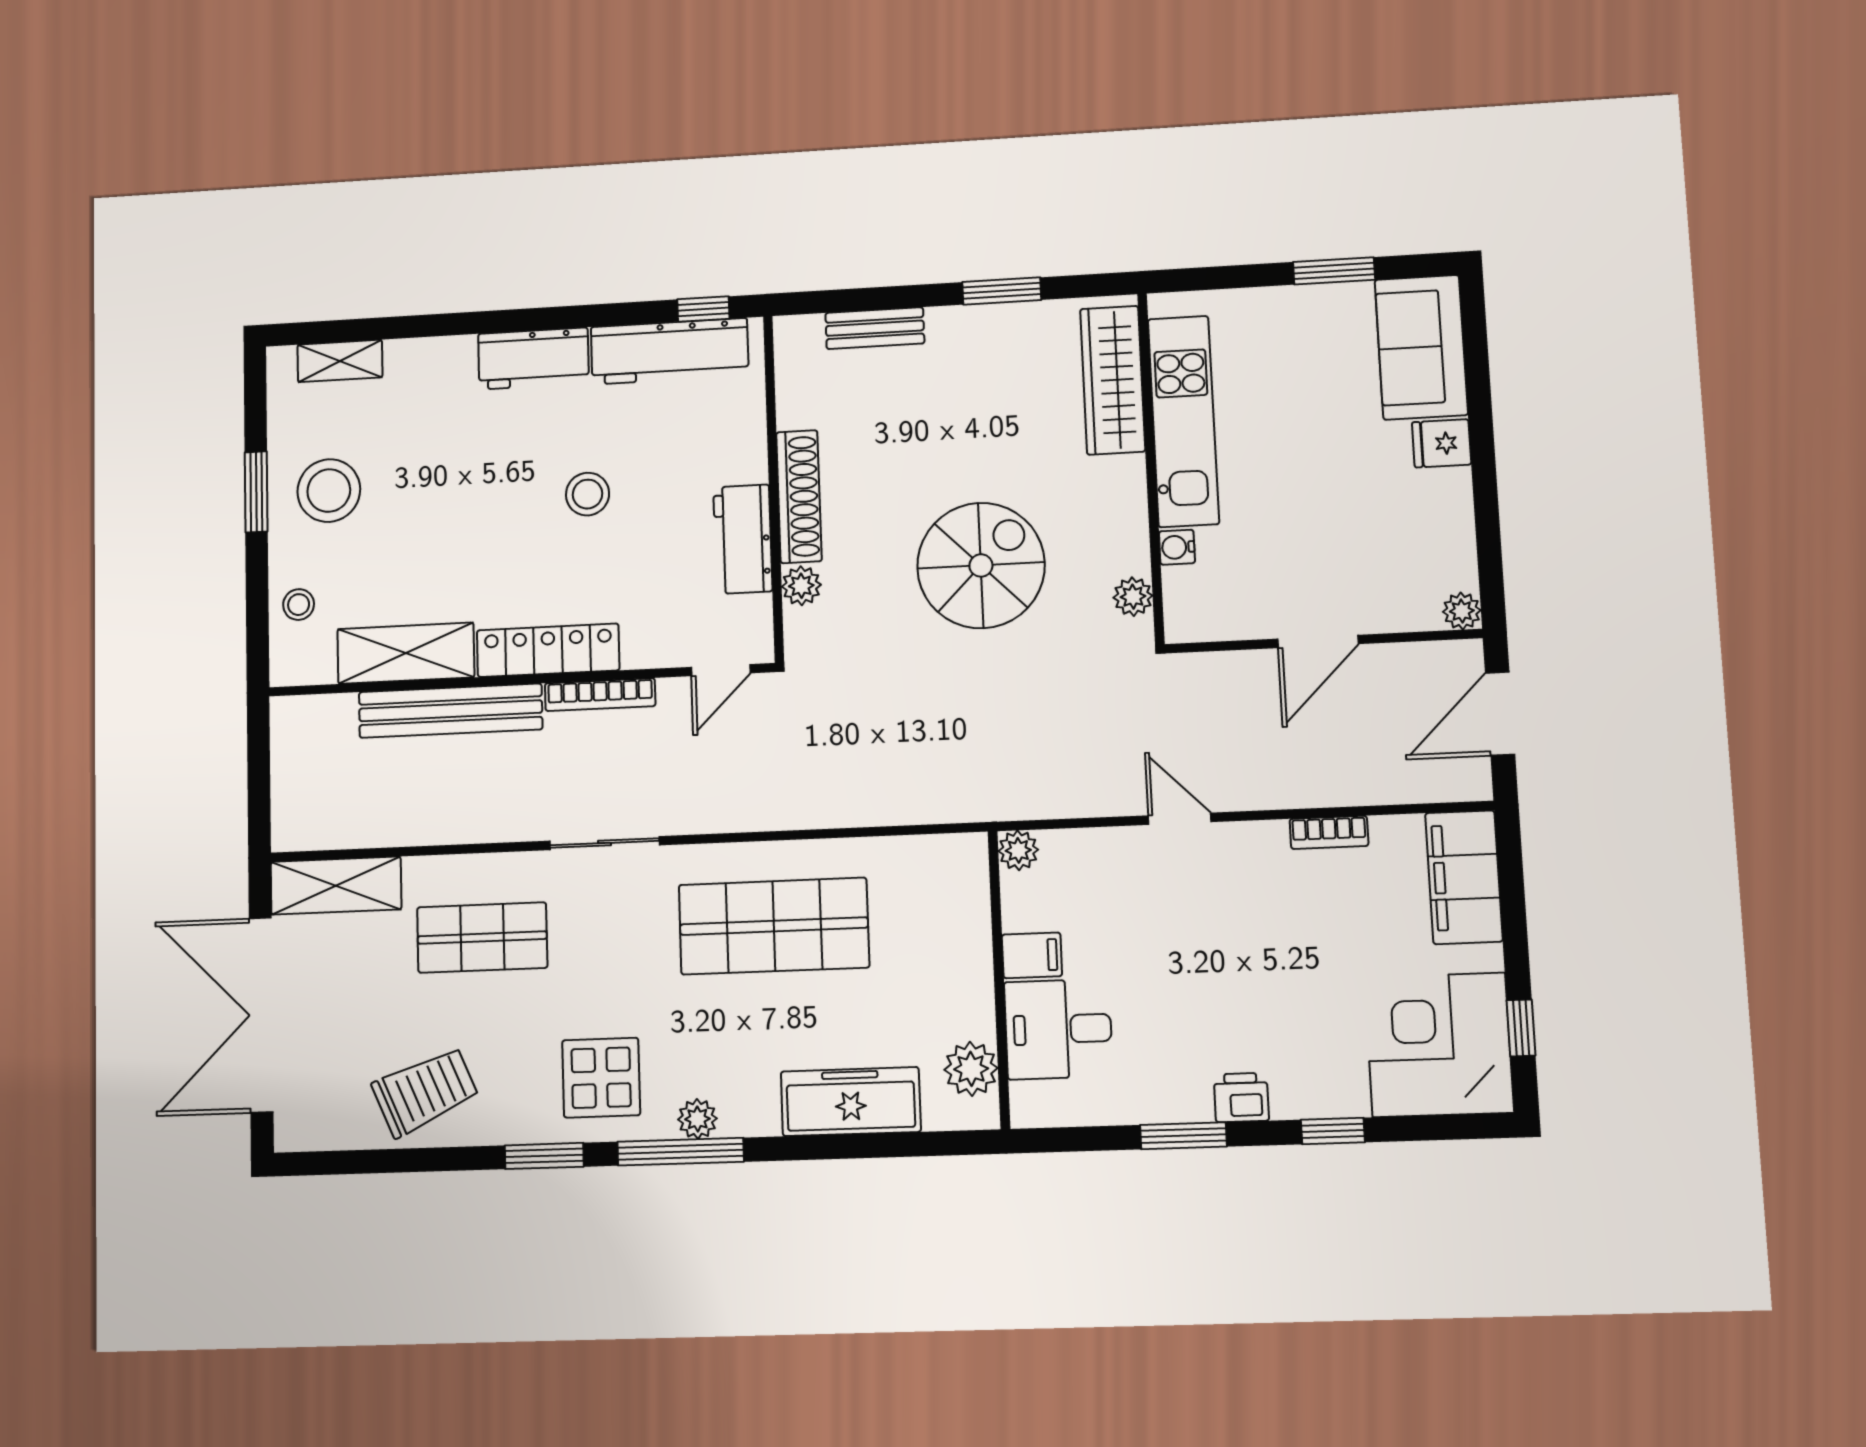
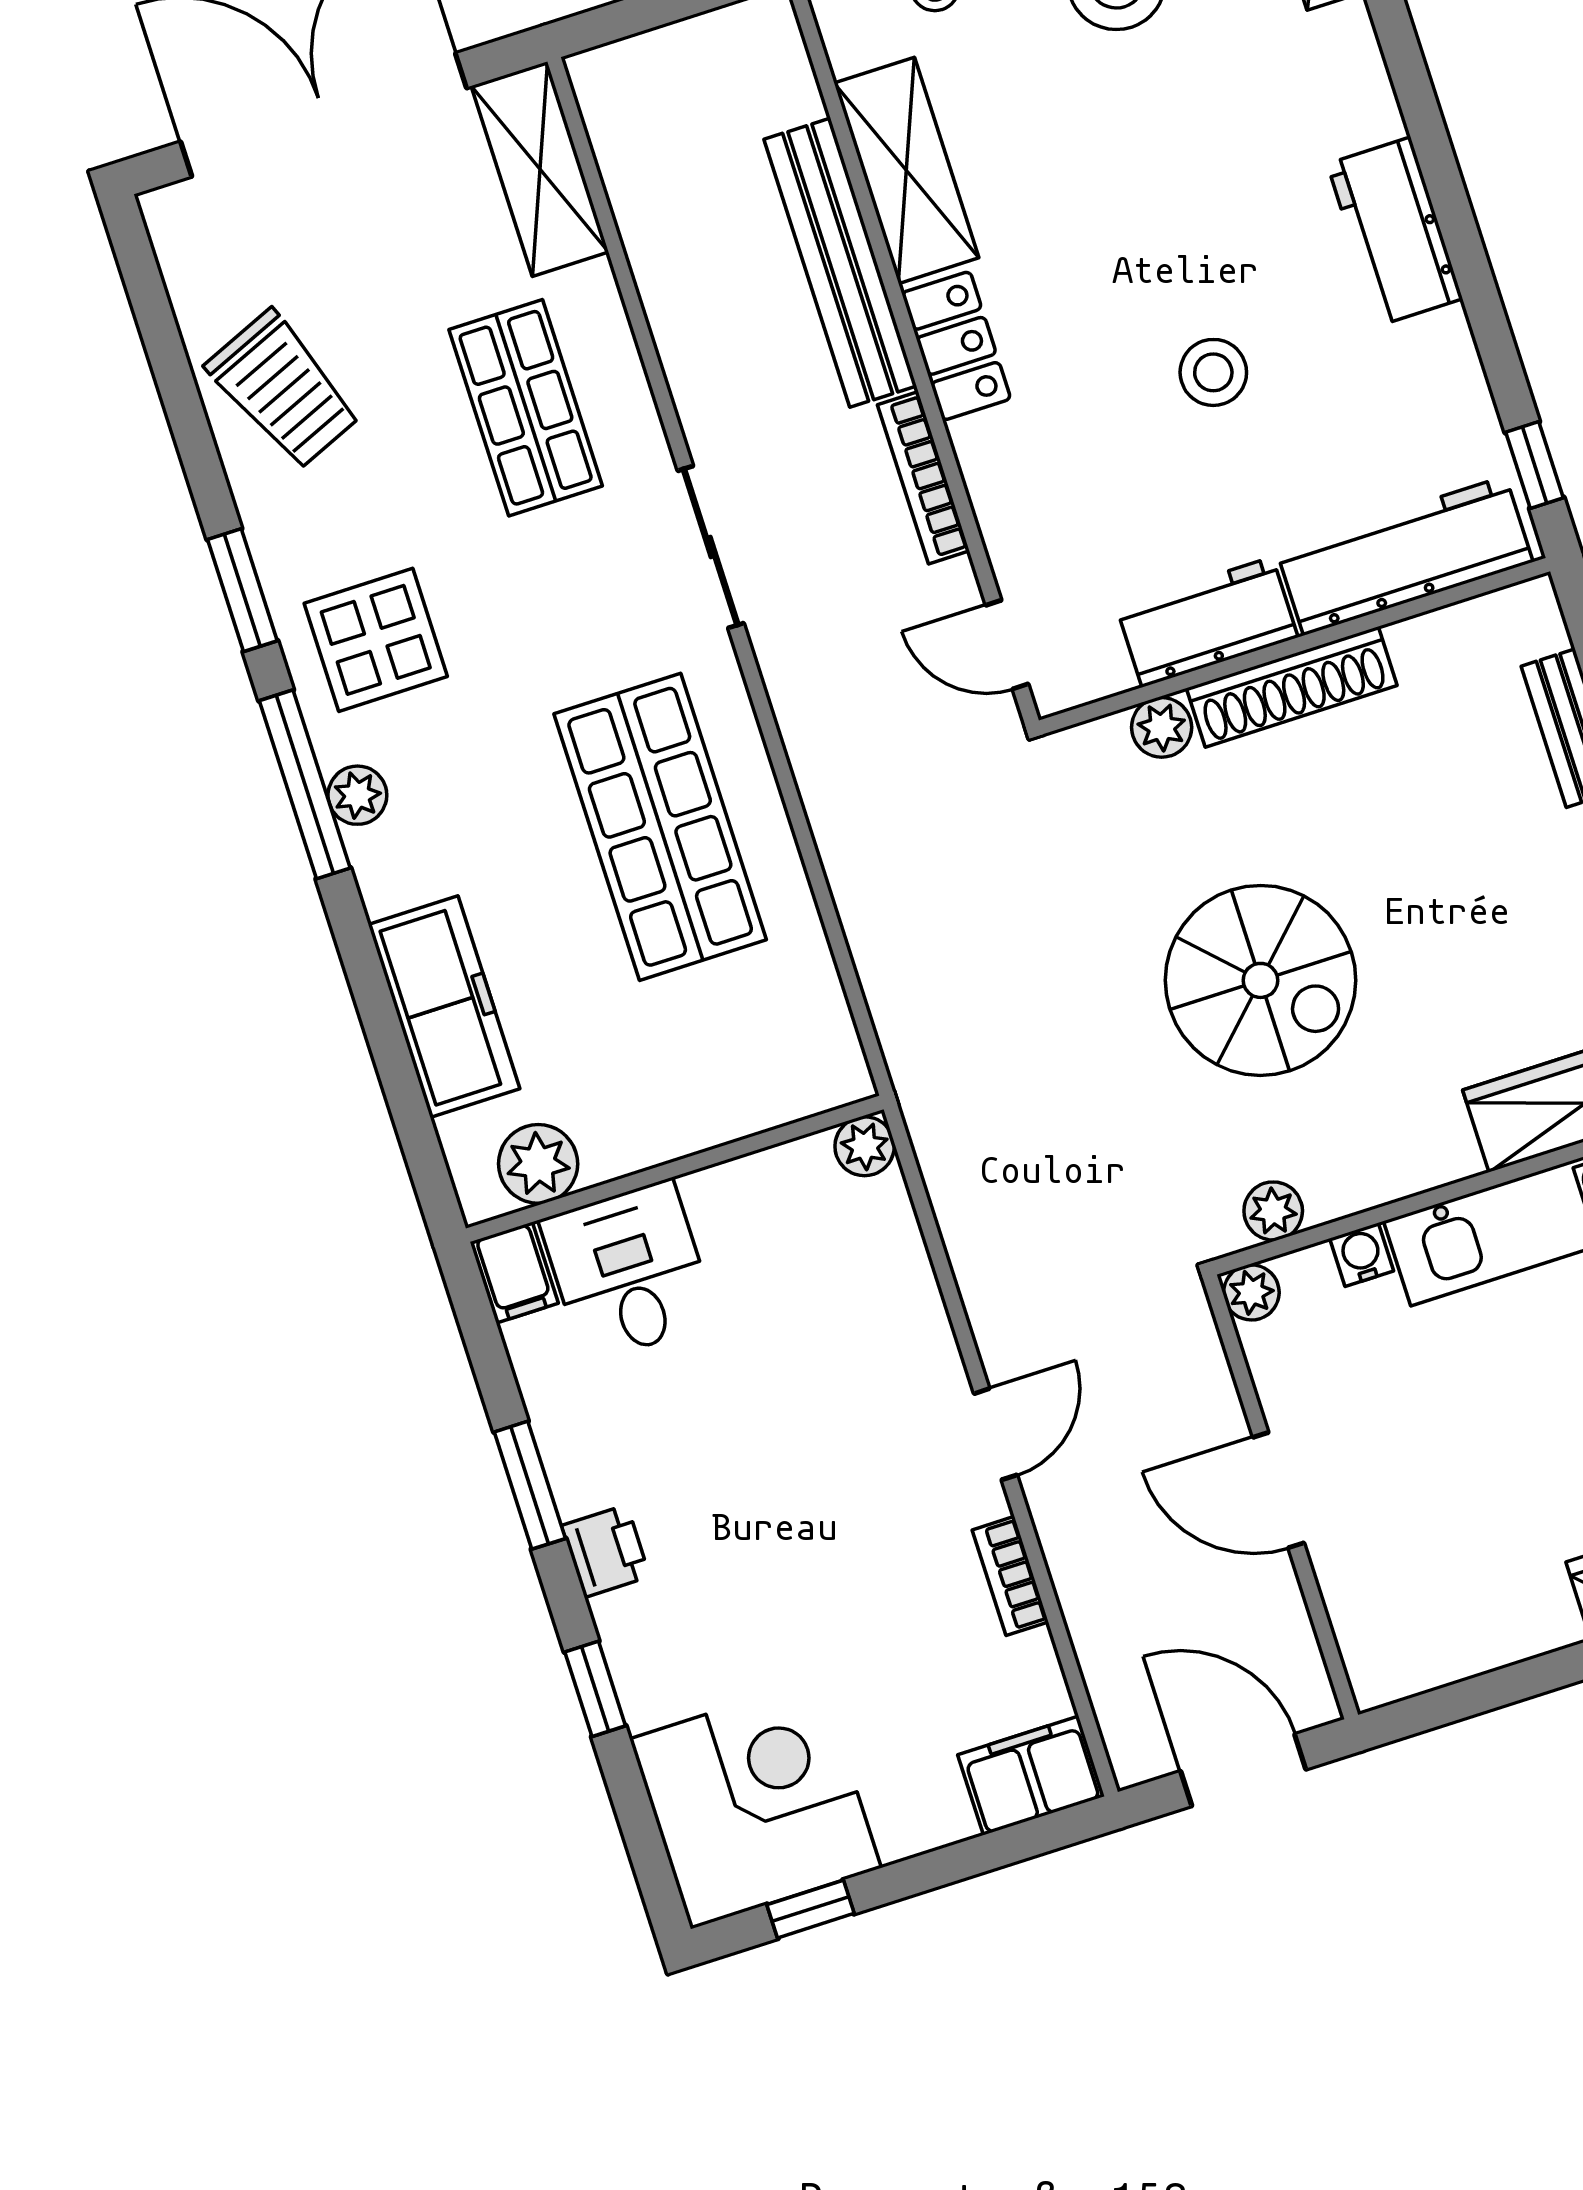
workbench: (670, 351) -> (1404, 556), moved, turned 90
plant: (1462, 611) -> (1251, 1292), moved
locker: (548, 650) -> (956, 346), width x0.66
door: (1180, 819) -> (996, 1434), moved
filing cabinet: (1464, 877) -> (1031, 1775), width x0.67, depth x0.86
filing cabinet: (1032, 955) -> (515, 1272), moved

